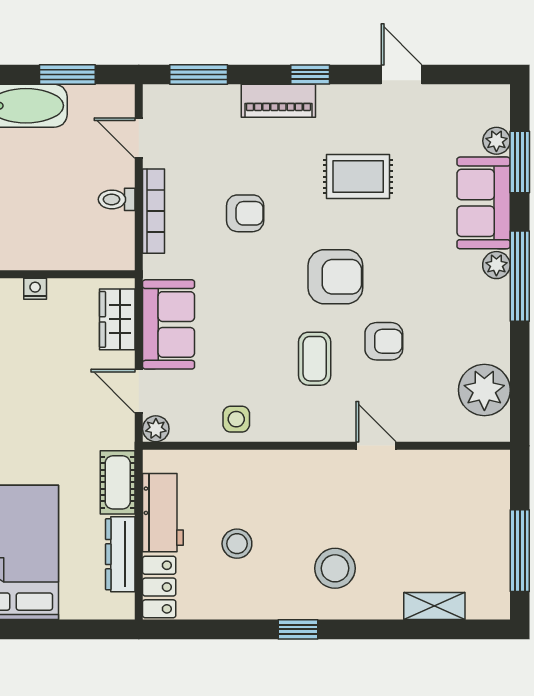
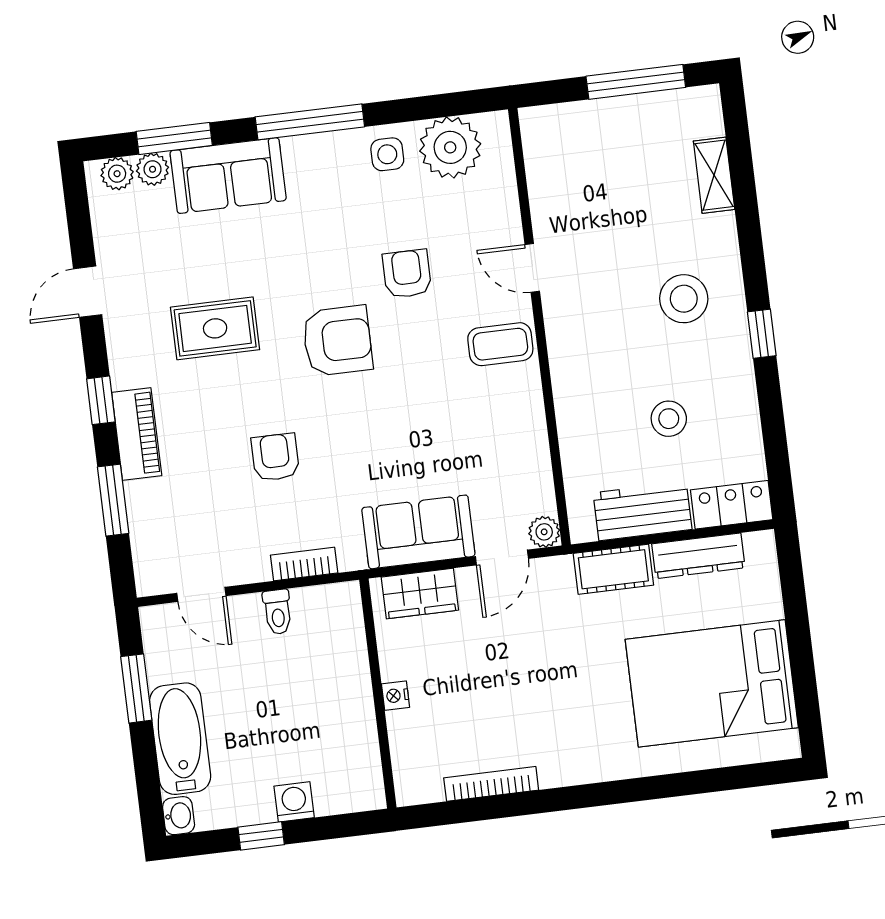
window: (199, 74) -> (113, 500), moved
door: (139, 138) -> (201, 594), hinge flipped
rug: (358, 177) -> (215, 328), turned 90
bookcase: (154, 211) -> (304, 564), width x0.64
plant: (496, 265) -> (117, 174), moved
armchair: (335, 277) -> (337, 341), turned 90
coffee table: (315, 359) -> (500, 344), moved
side table: (236, 419) -> (387, 154), moved
door: (376, 446) -> (532, 268), hinge flipped

